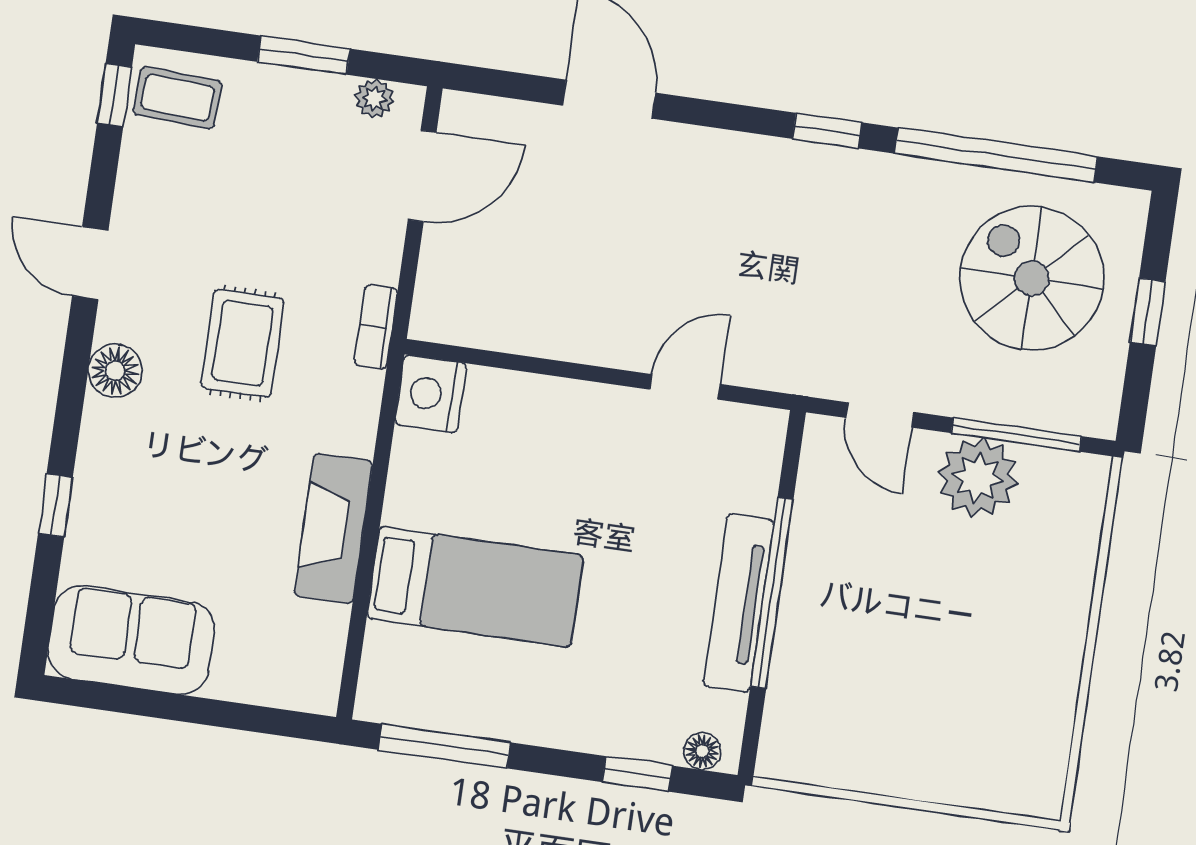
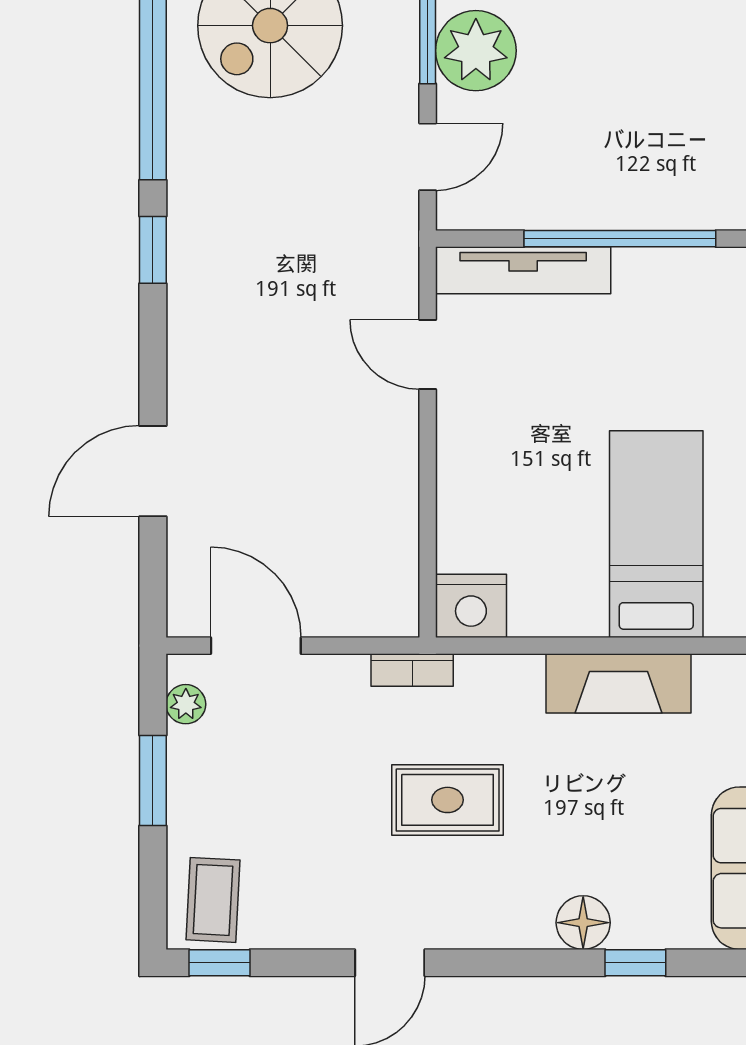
floor lamp: (115, 371) -> (583, 923), moved
tv unit: (739, 603) -> (523, 270), moved

